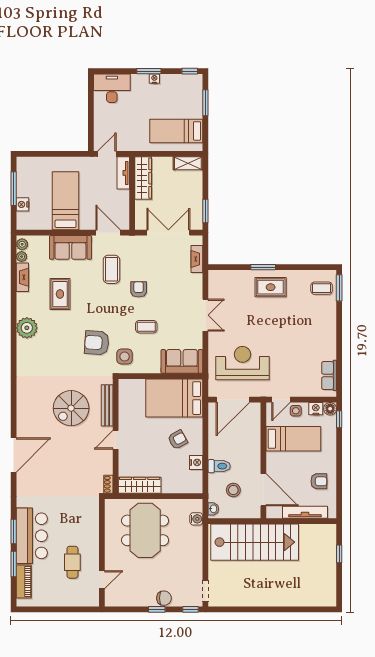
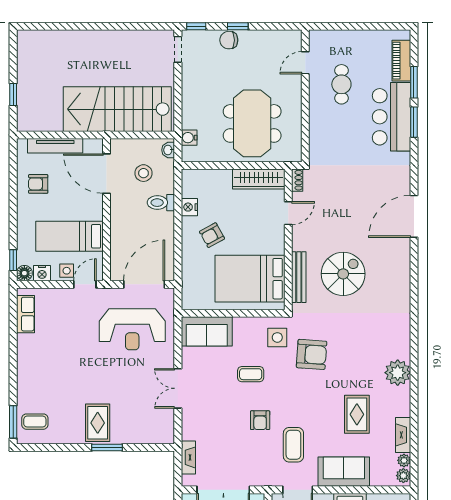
rug: (271, 287) -> (98, 423), turned 90
bed: (174, 398) -> (250, 279), moved, turned 180
door: (116, 440) -> (288, 213), moved

